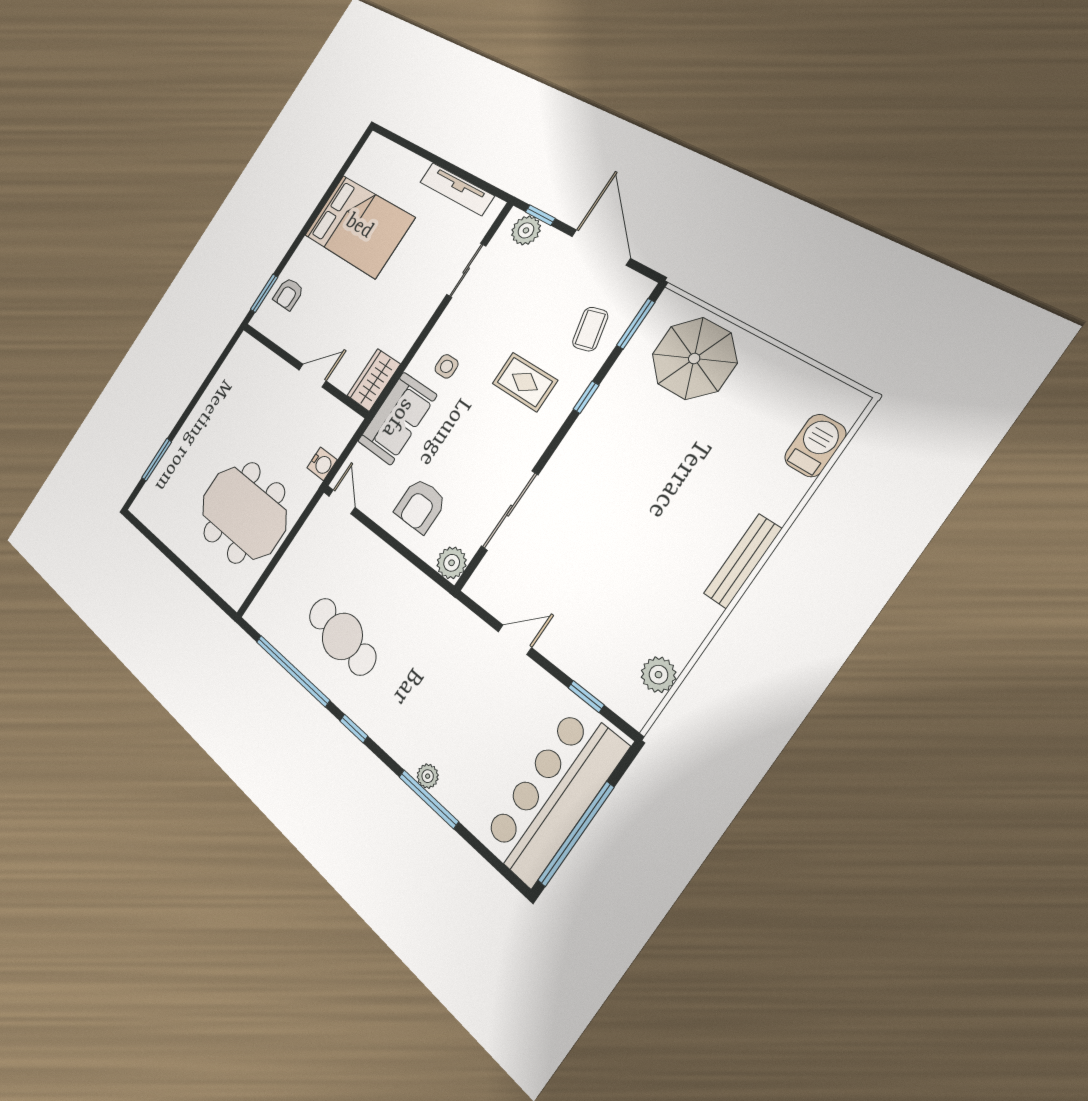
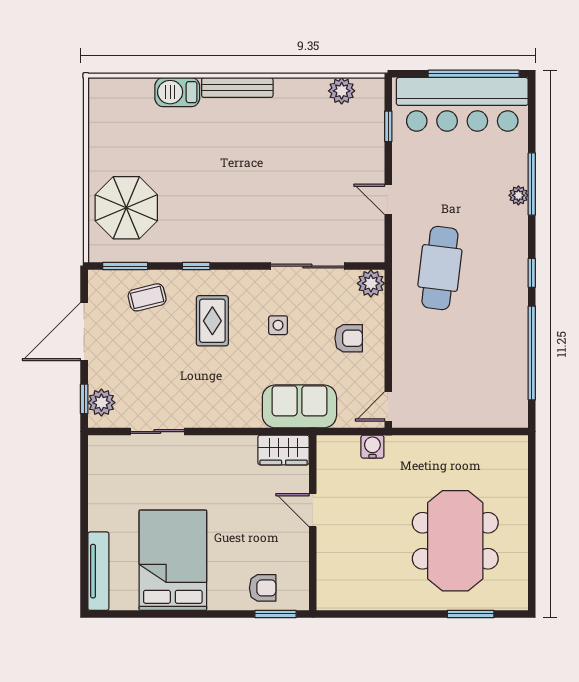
tv unit: (457, 189) -> (98, 571), moved
side table: (447, 366) -> (278, 325), moved
barbecue: (815, 446) -> (177, 92), moved
armchair: (420, 506) -> (349, 338), width x0.72, depth x0.72
meeting table: (244, 513) -> (455, 541), moved
cafe table: (342, 636) -> (440, 268), moved

